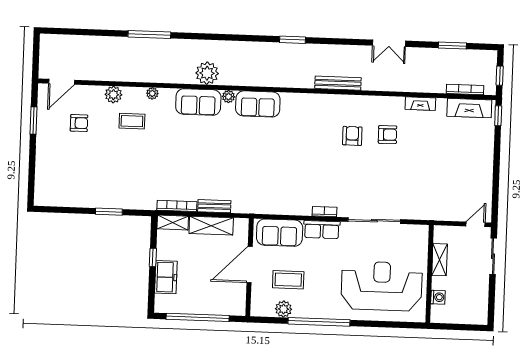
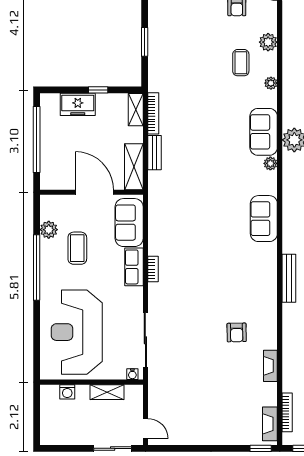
sofa: (258, 104) -> (264, 219), moved
fireplace: (469, 108) -> (270, 424), width x0.73, depth x0.76
armchair: (352, 136) -> (234, 295), removed
sliding door: (374, 221) -> (145, 340), moved
shelving: (211, 226) -> (134, 167), moved
water cooler: (423, 235) -> (132, 374), added
coffee table: (288, 280) -> (77, 248), moved
reception desk: (382, 286) -> (77, 332), turned 180

